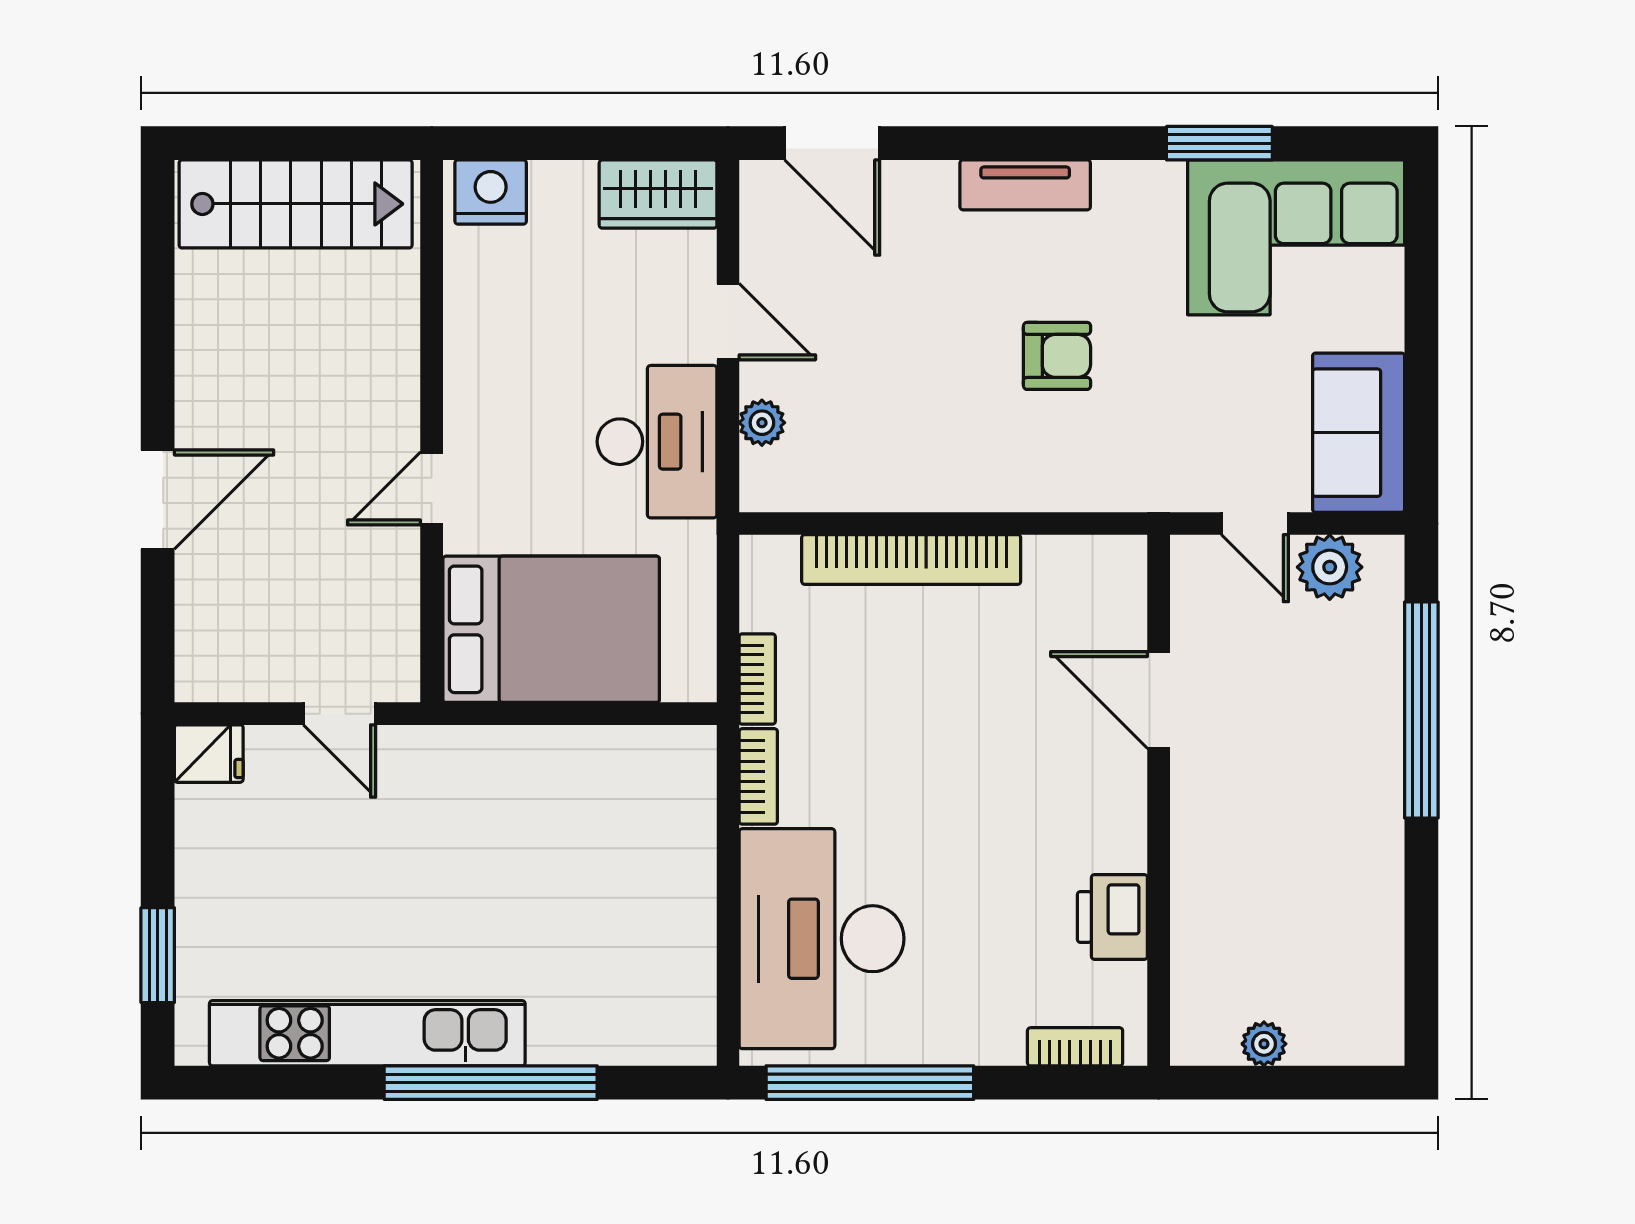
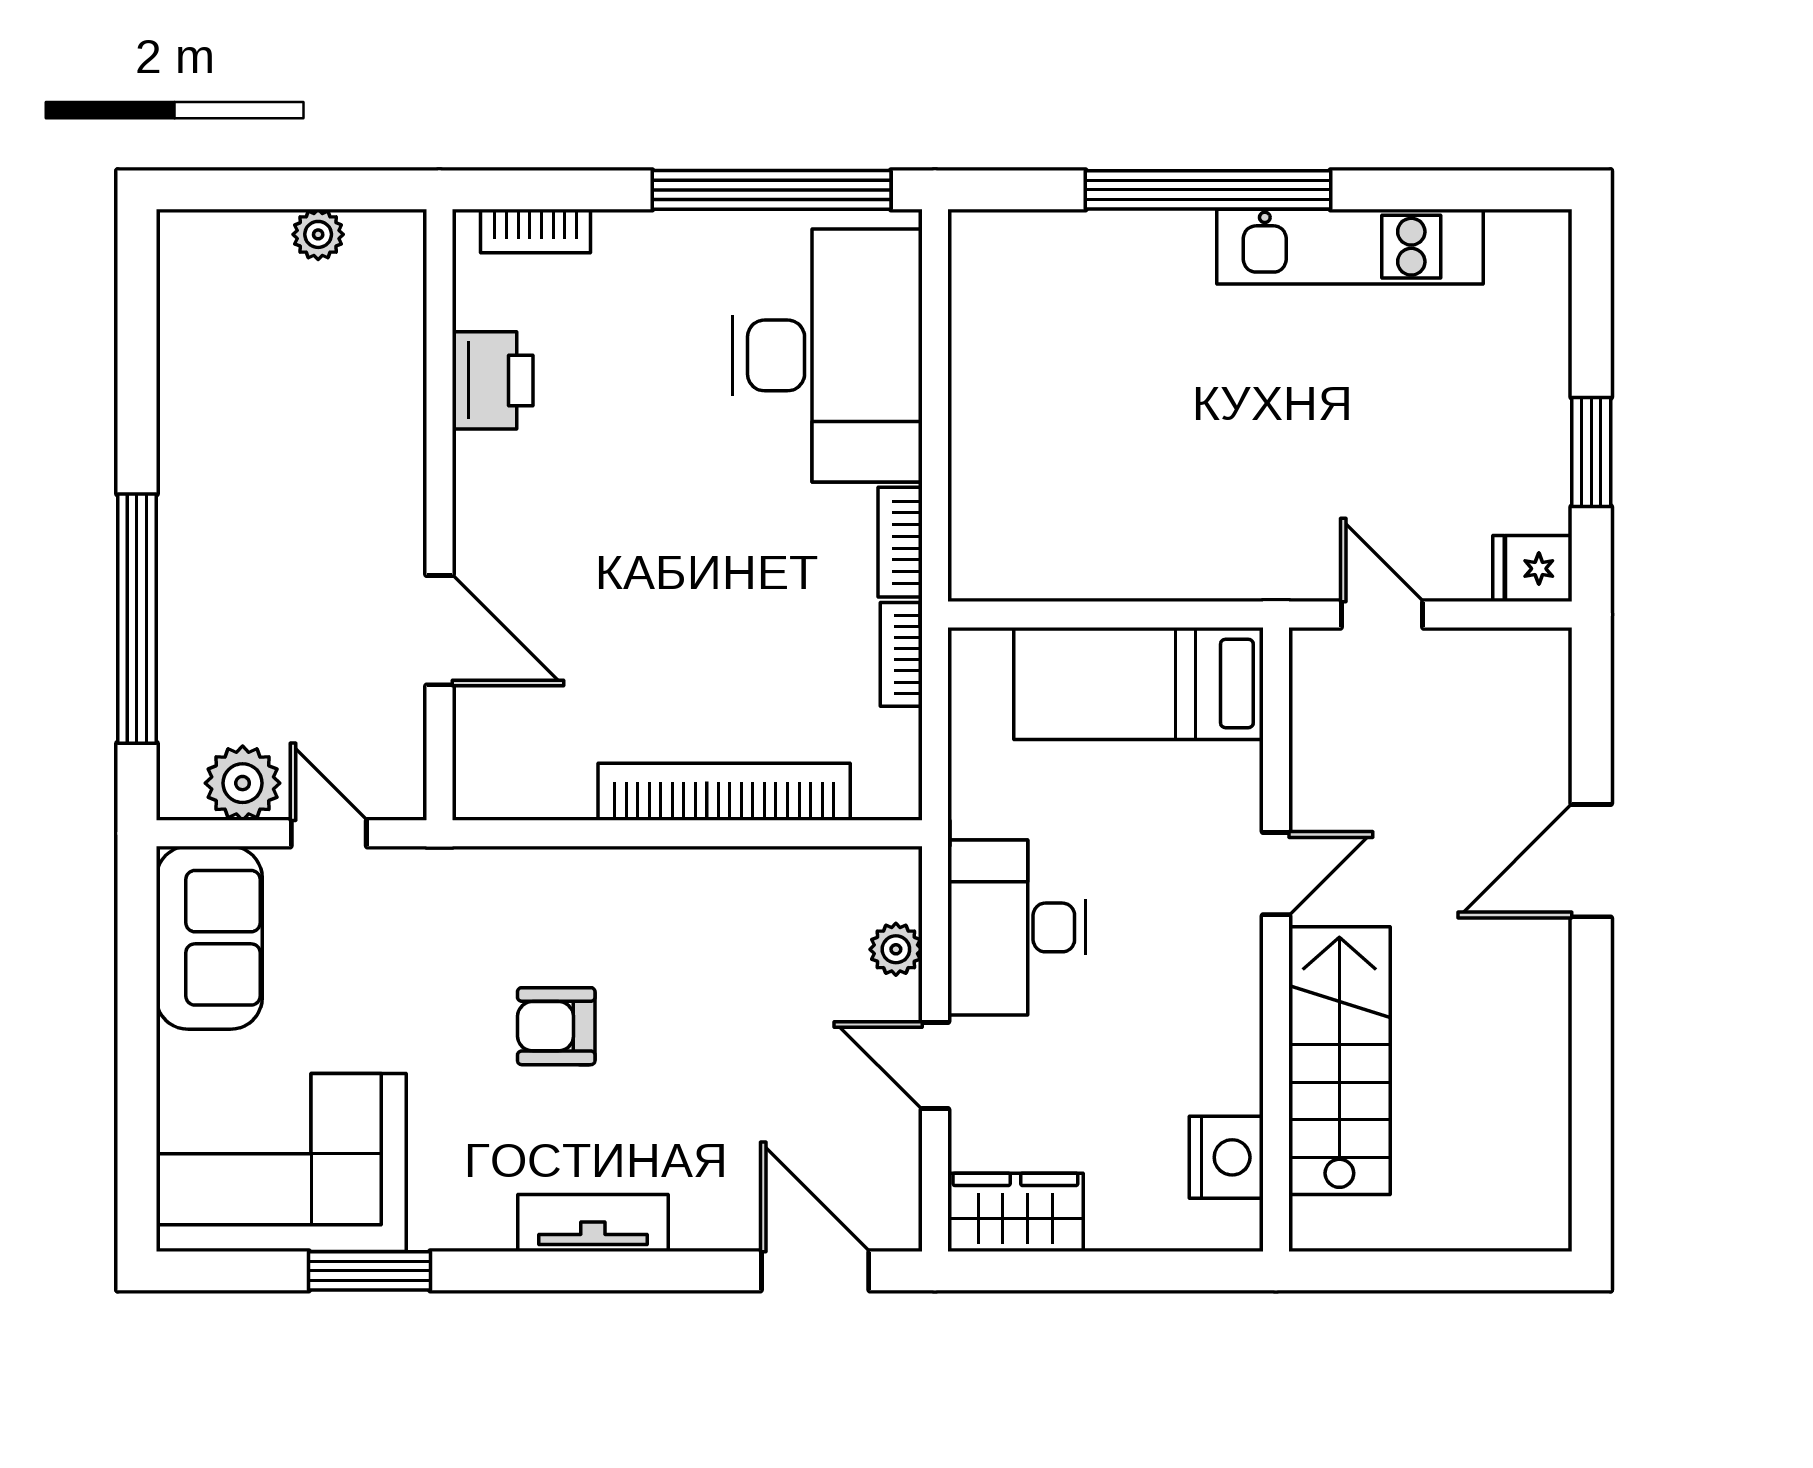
nightstand: (491, 192) -> (1226, 1157), moved, turned -90
stairs: (296, 204) -> (1339, 1061), moved, turned 90
bed: (551, 629) -> (1138, 683), width x0.67
window: (158, 955) -> (1591, 452), moved
kitchen unit: (367, 1033) -> (1350, 247), width x0.73

